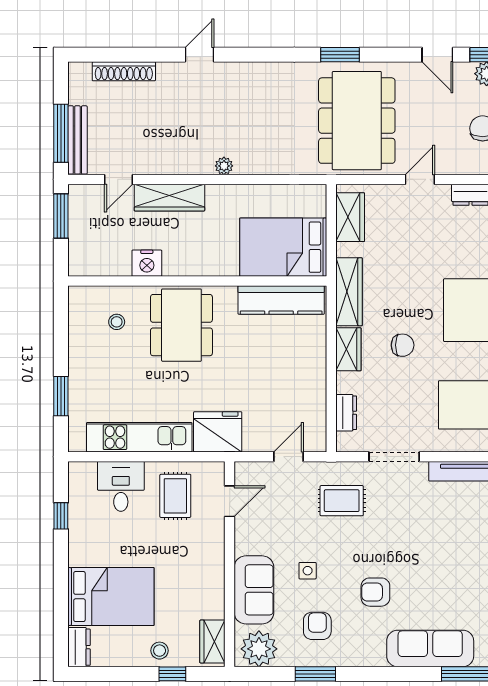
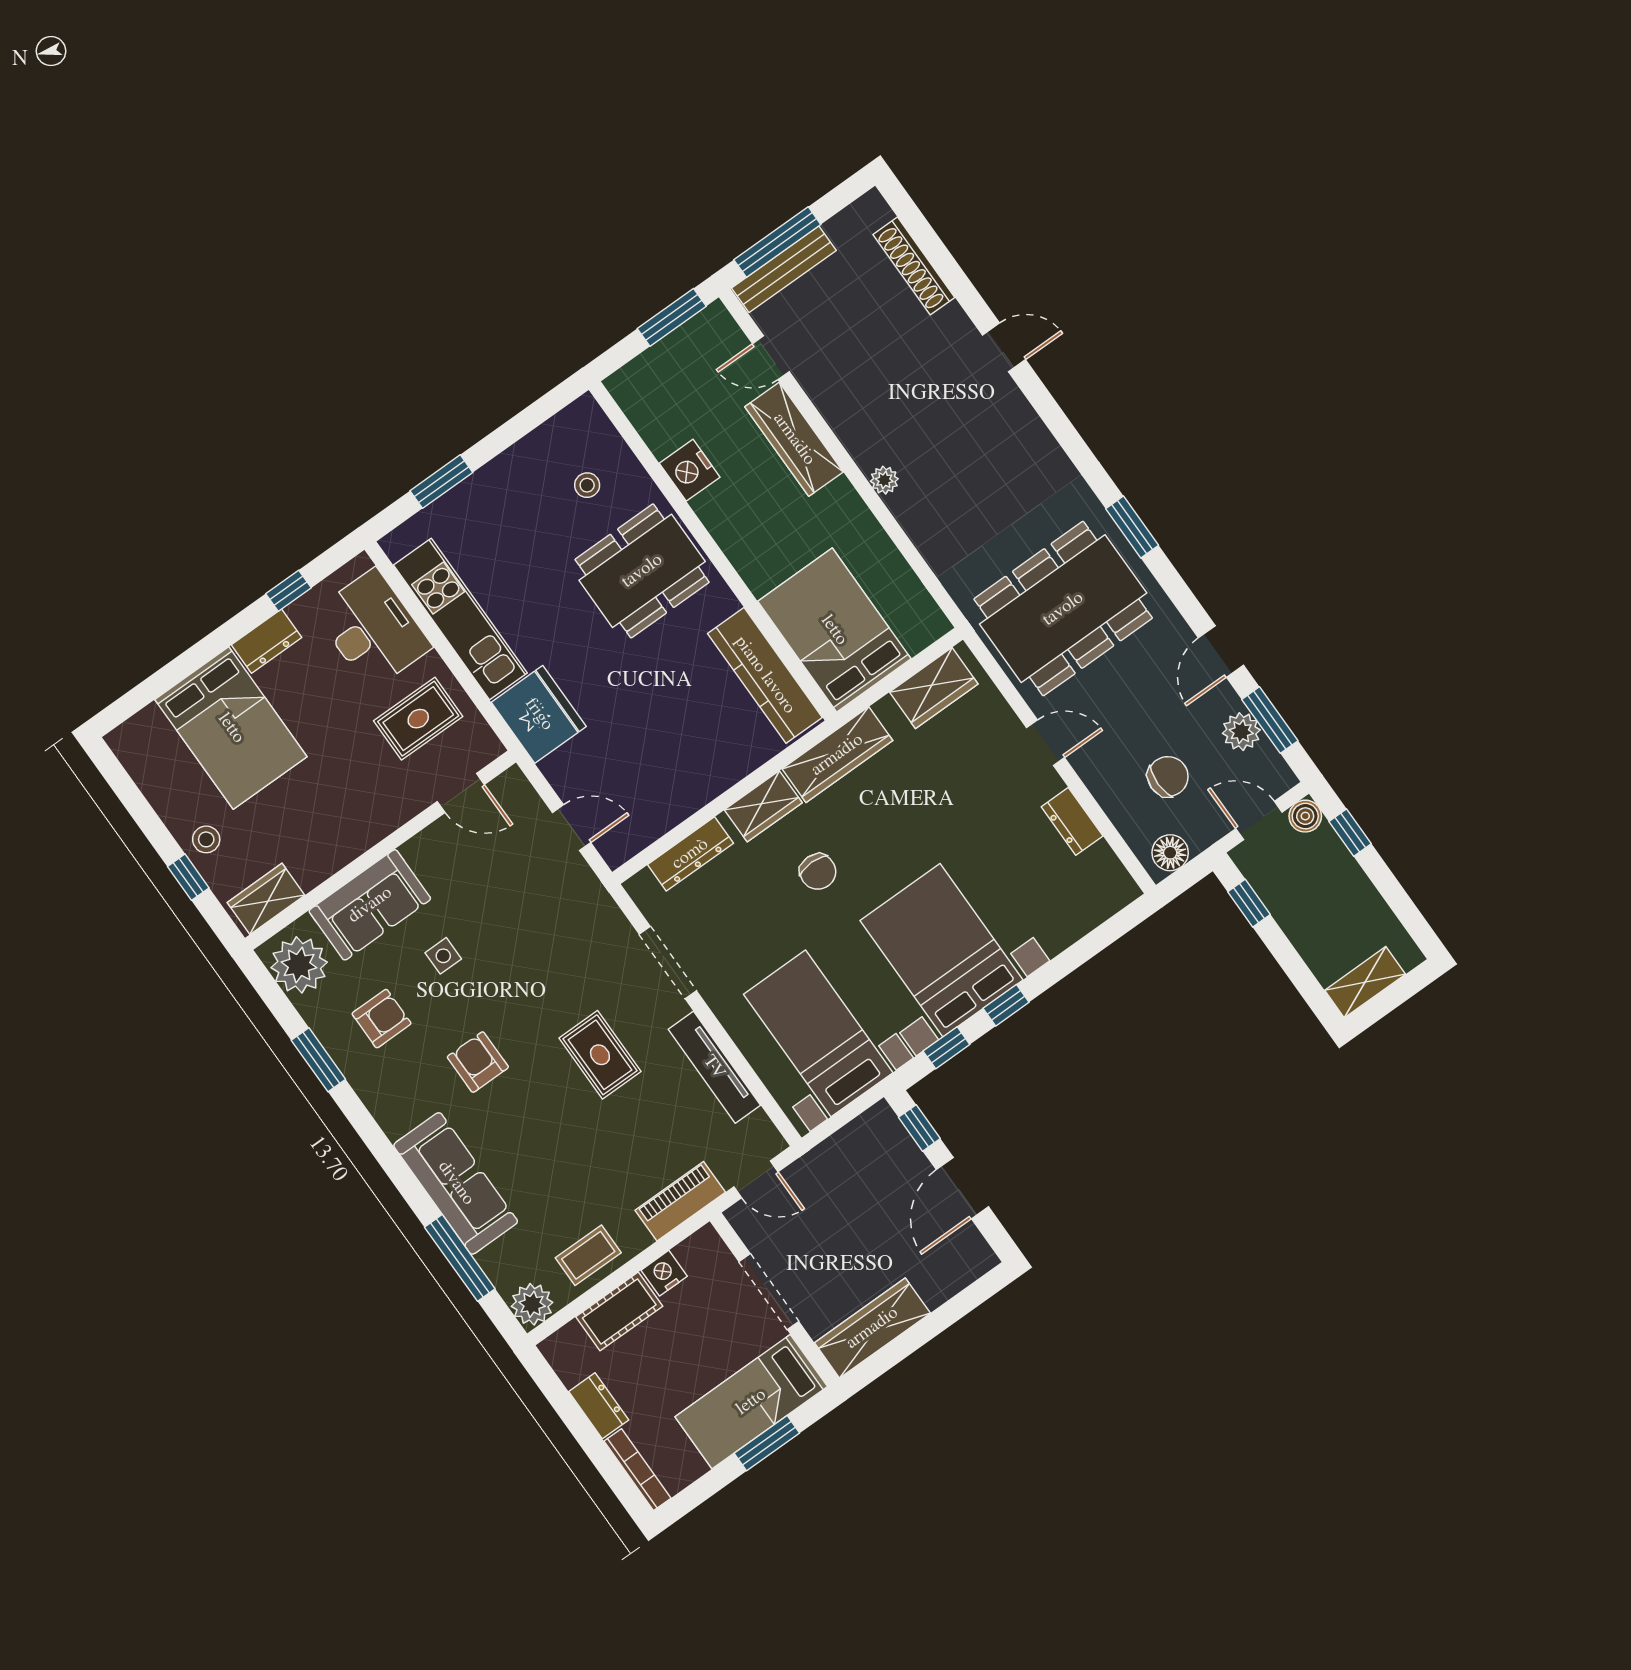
dresser: (346, 413) -> (690, 854), width x1.44
desk: (121, 486) -> (373, 629), width x1.37
rug: (342, 501) -> (600, 1055), moved
dresser: (79, 647) -> (267, 641), moved

